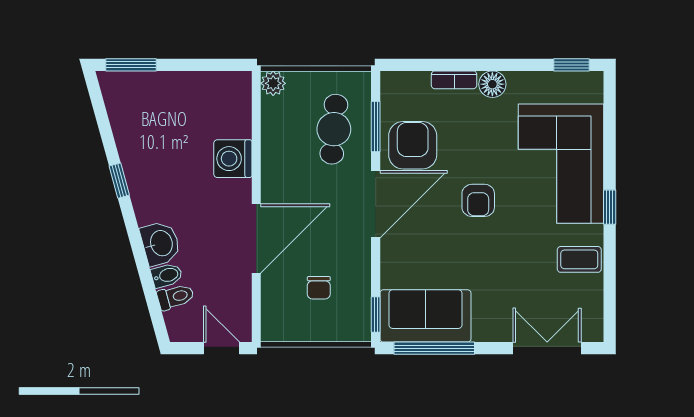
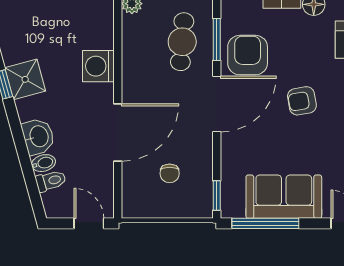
shower: (145, 175) -> (25, 79), added
armchair: (478, 200) -> (302, 101), turned 80
sofa: (425, 316) -> (284, 197), moved

